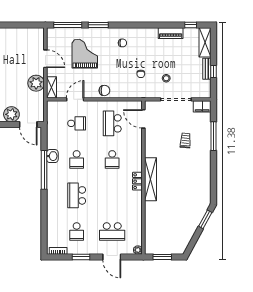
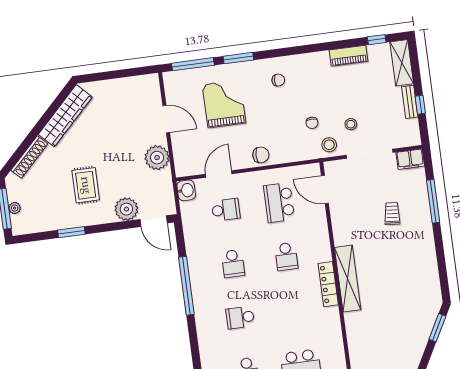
shelving: (52, 87) -> (181, 161), removed
stool: (150, 90) -> (329, 145), added
washbasin: (52, 156) -> (186, 190), moved
locker: (137, 181) -> (328, 284), width x1.53
school desk: (77, 195) -> (240, 318), width x0.54

